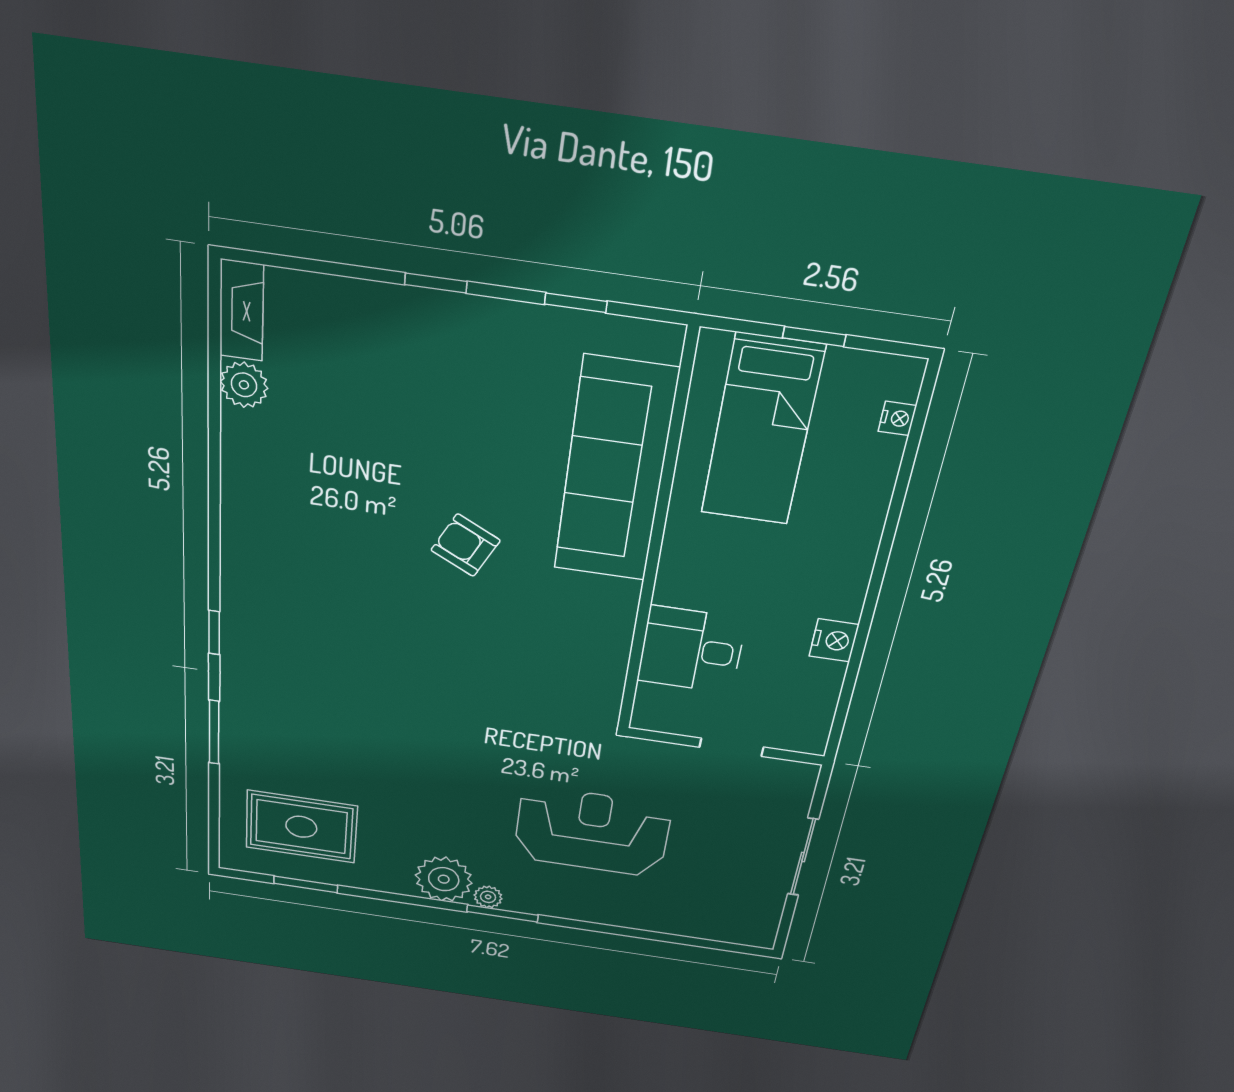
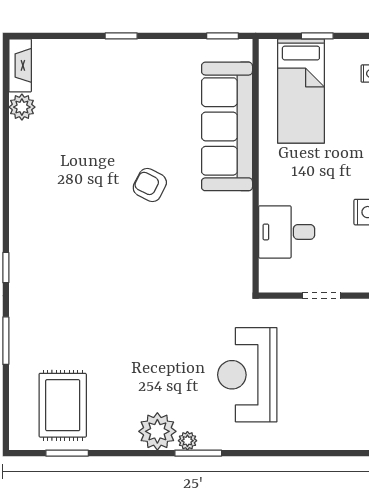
window: (576, 303) -> (223, 36), moved
rug: (301, 827) -> (63, 405), turned 90
reception desk: (592, 832) -> (247, 375), turned -90

